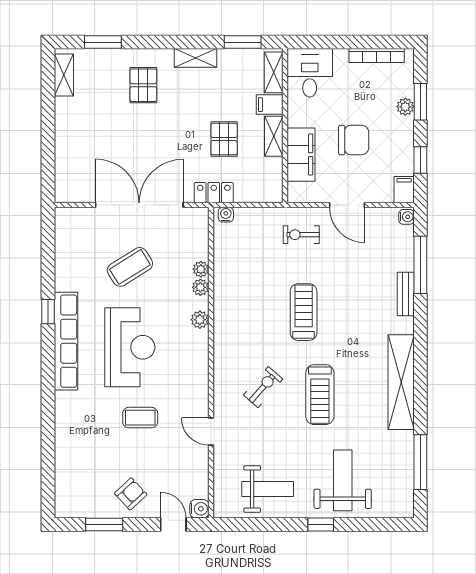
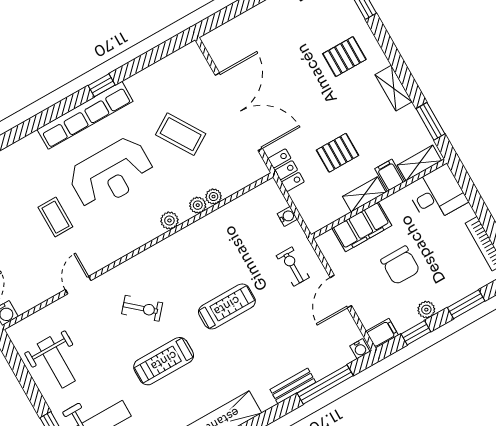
plant: (405, 107) -> (426, 310), moved
water cooler: (226, 215) -> (287, 217), moved

